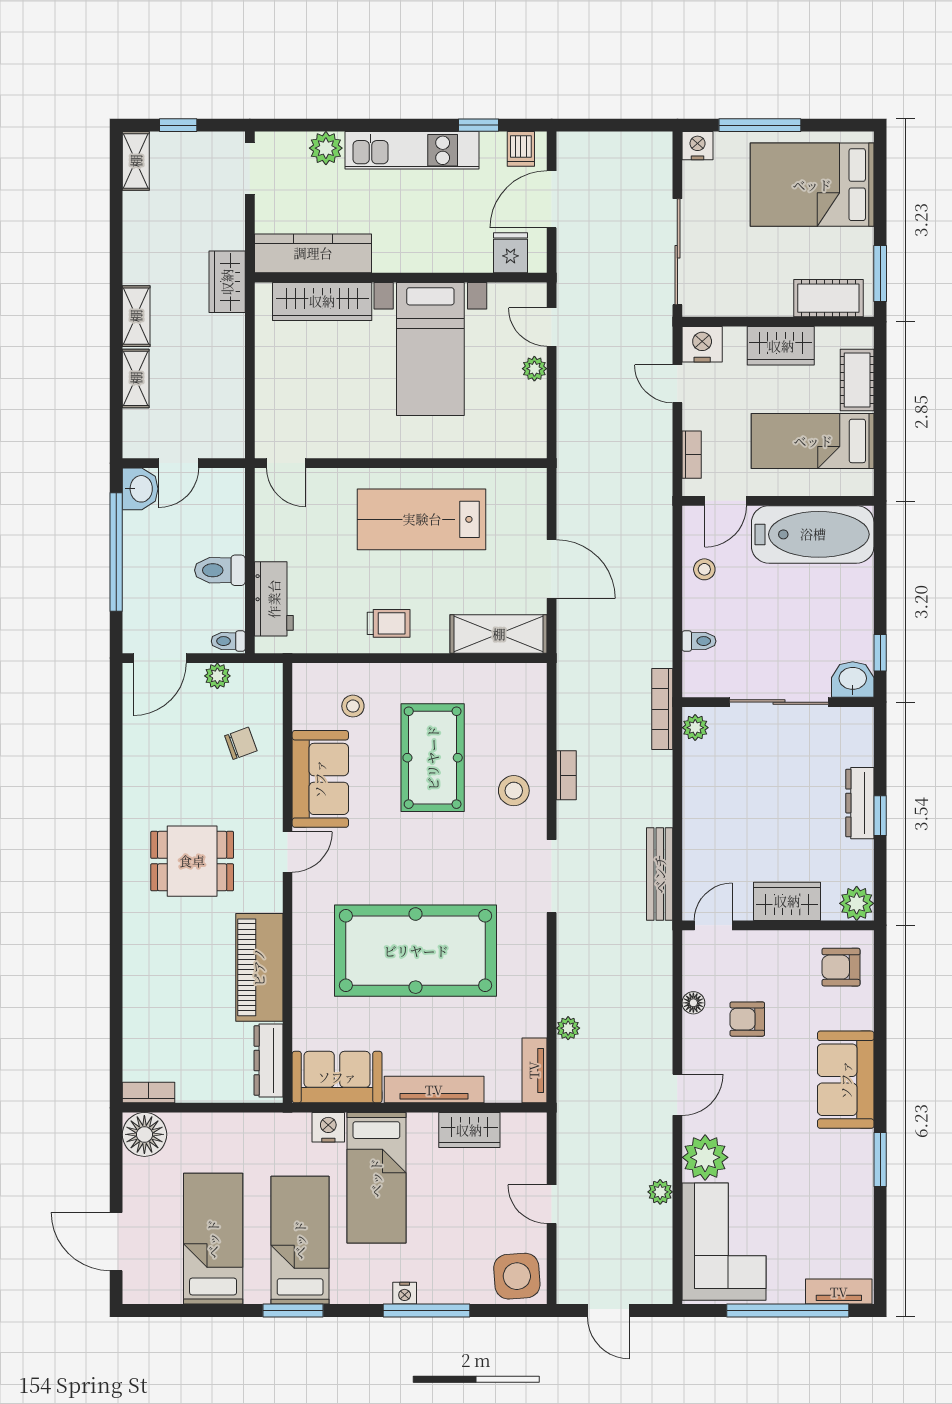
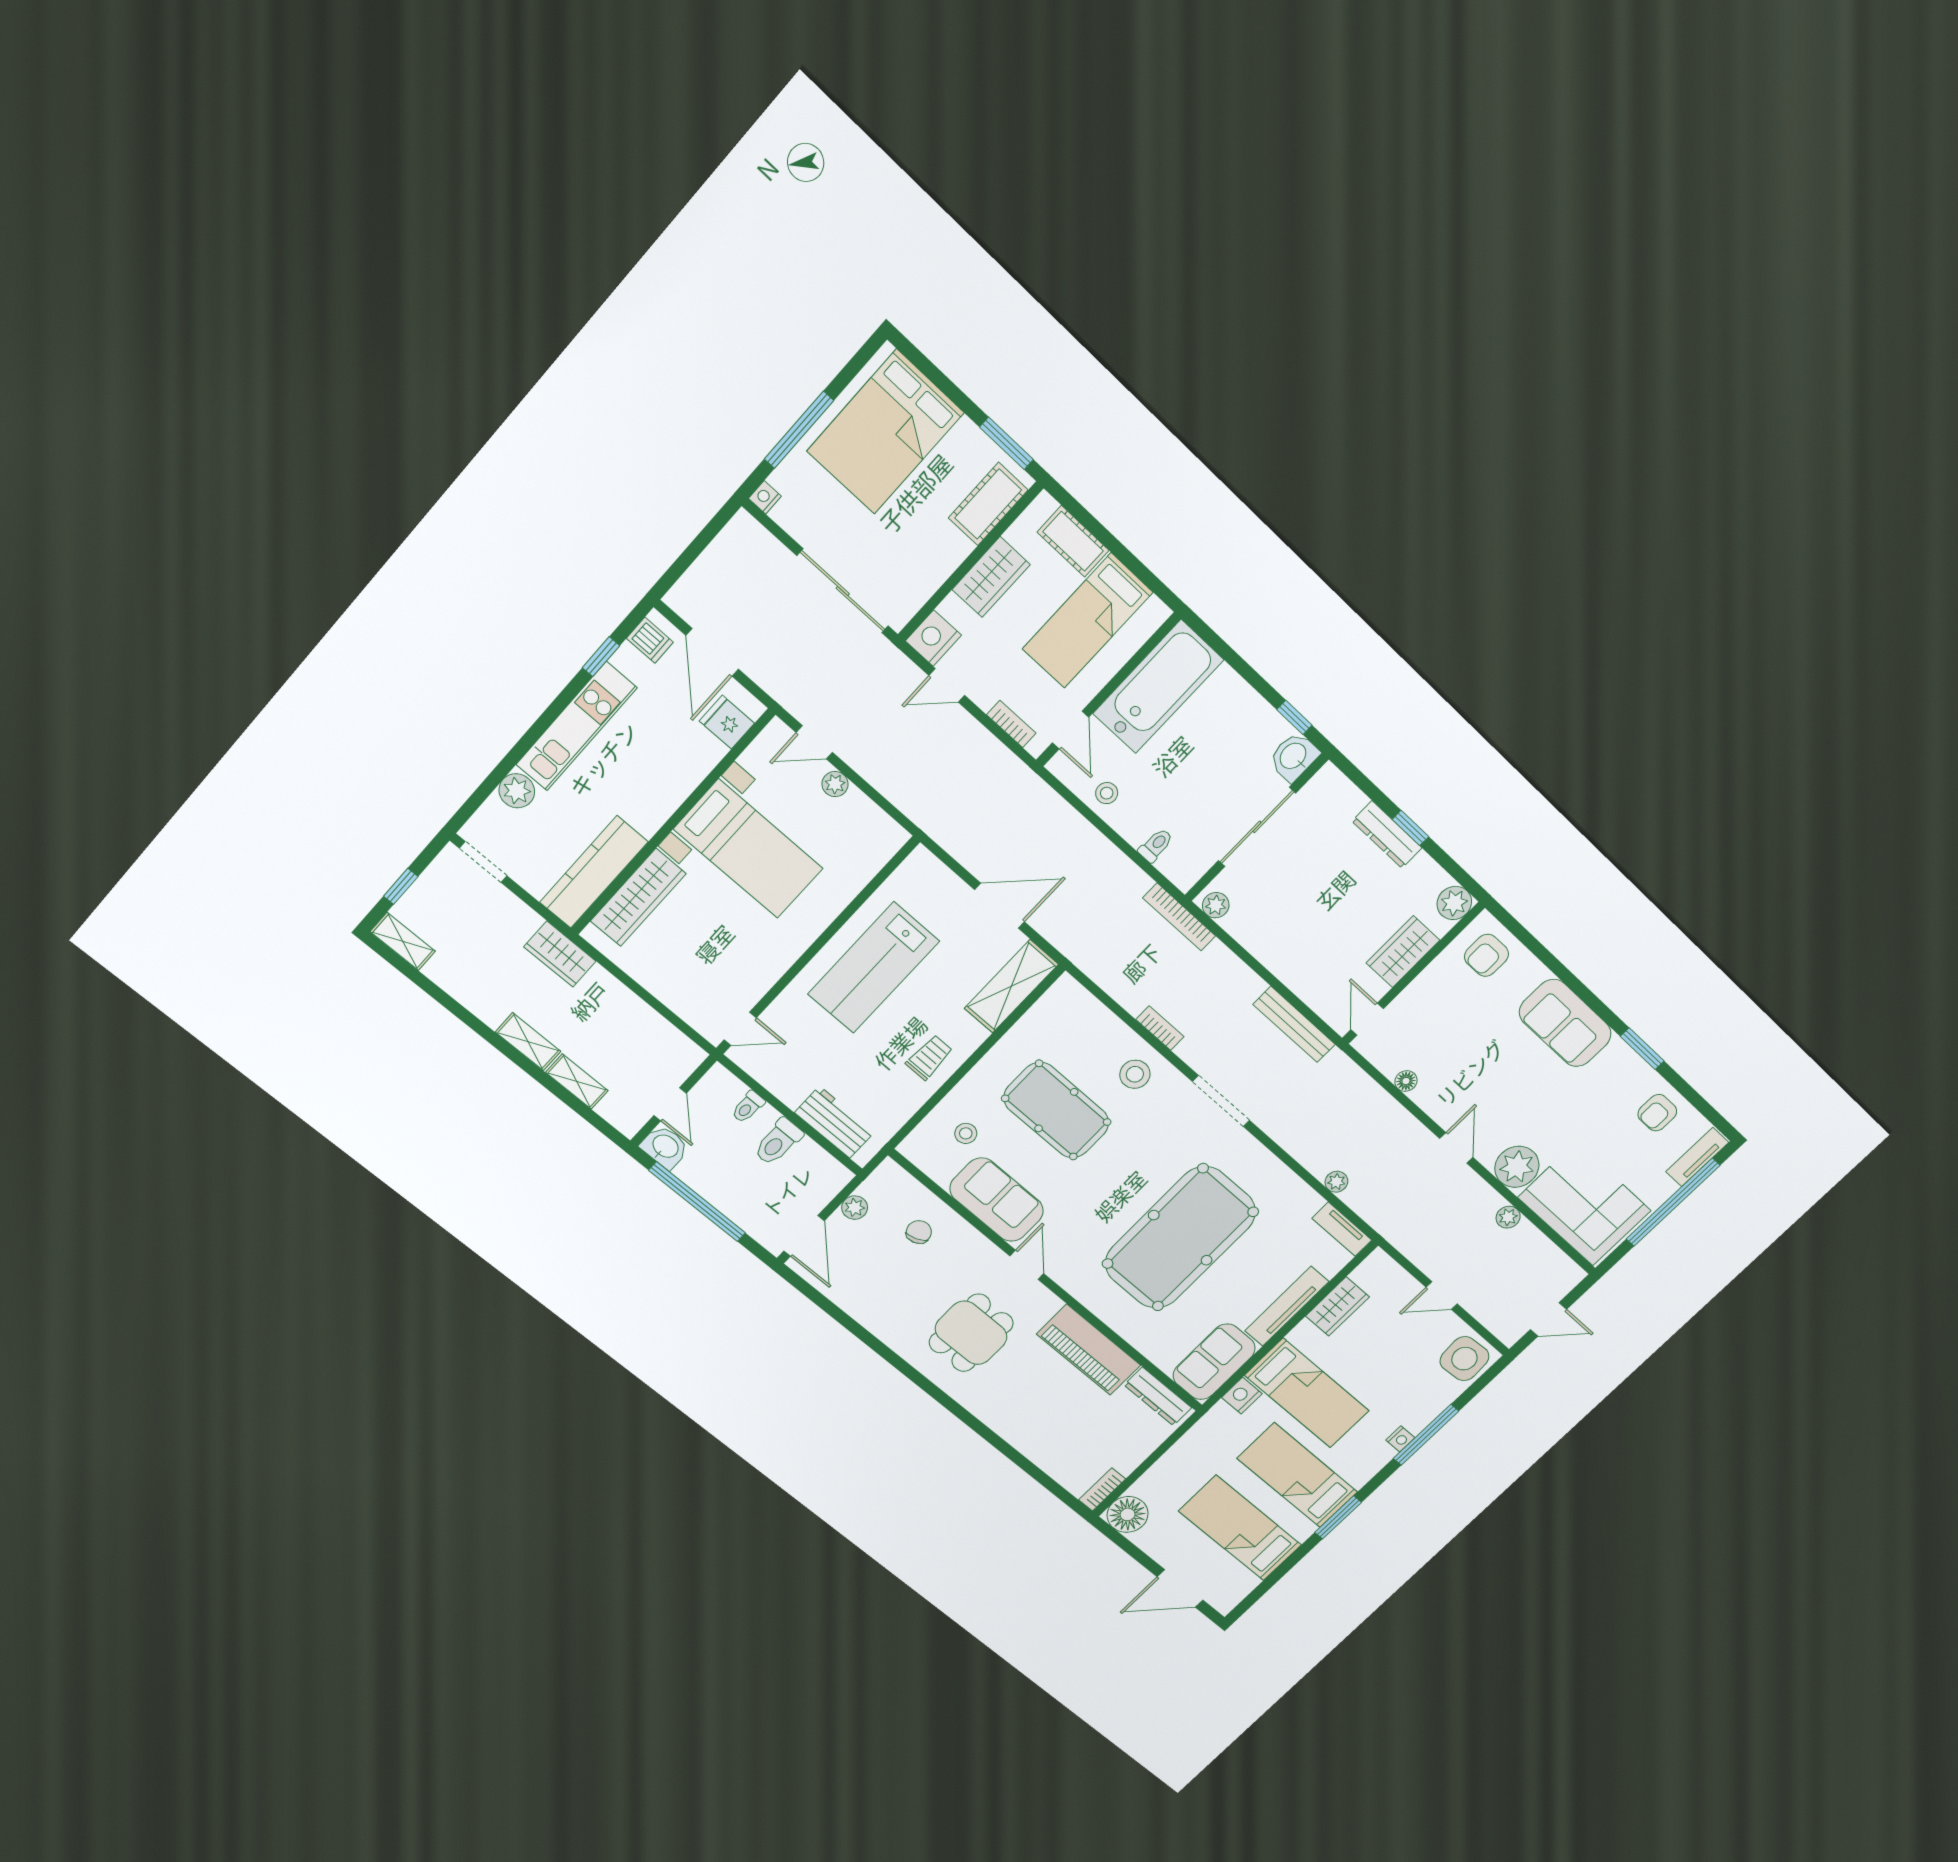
nightstand: (698, 146) -> (765, 497), width x0.72, depth x0.74
toilet: (228, 641) -> (748, 1107), moved
armchair: (747, 1019) -> (1657, 1113), moved

